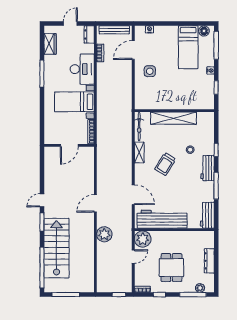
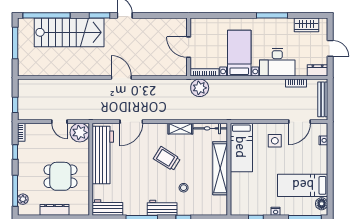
door: (133, 50) -> (300, 122), swing flipped
bed: (156, 100) -> (241, 147), added
plant: (104, 234) -> (200, 88), moved
dining table: (171, 268) -> (60, 176), moved

